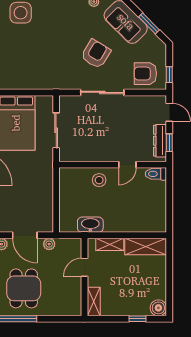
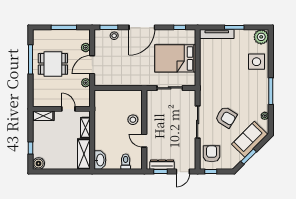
toilet: (156, 174) -> (126, 162), moved
washbasin: (90, 225) -> (100, 160), moved

